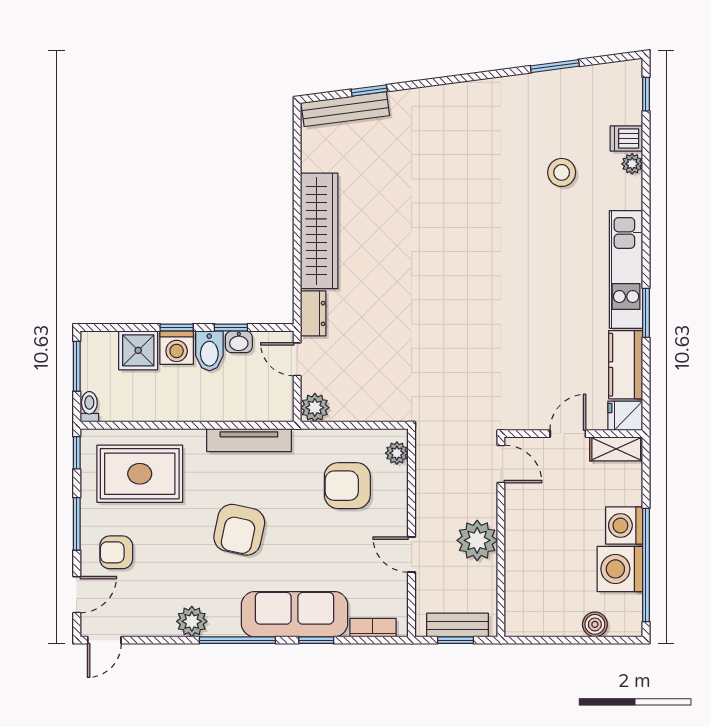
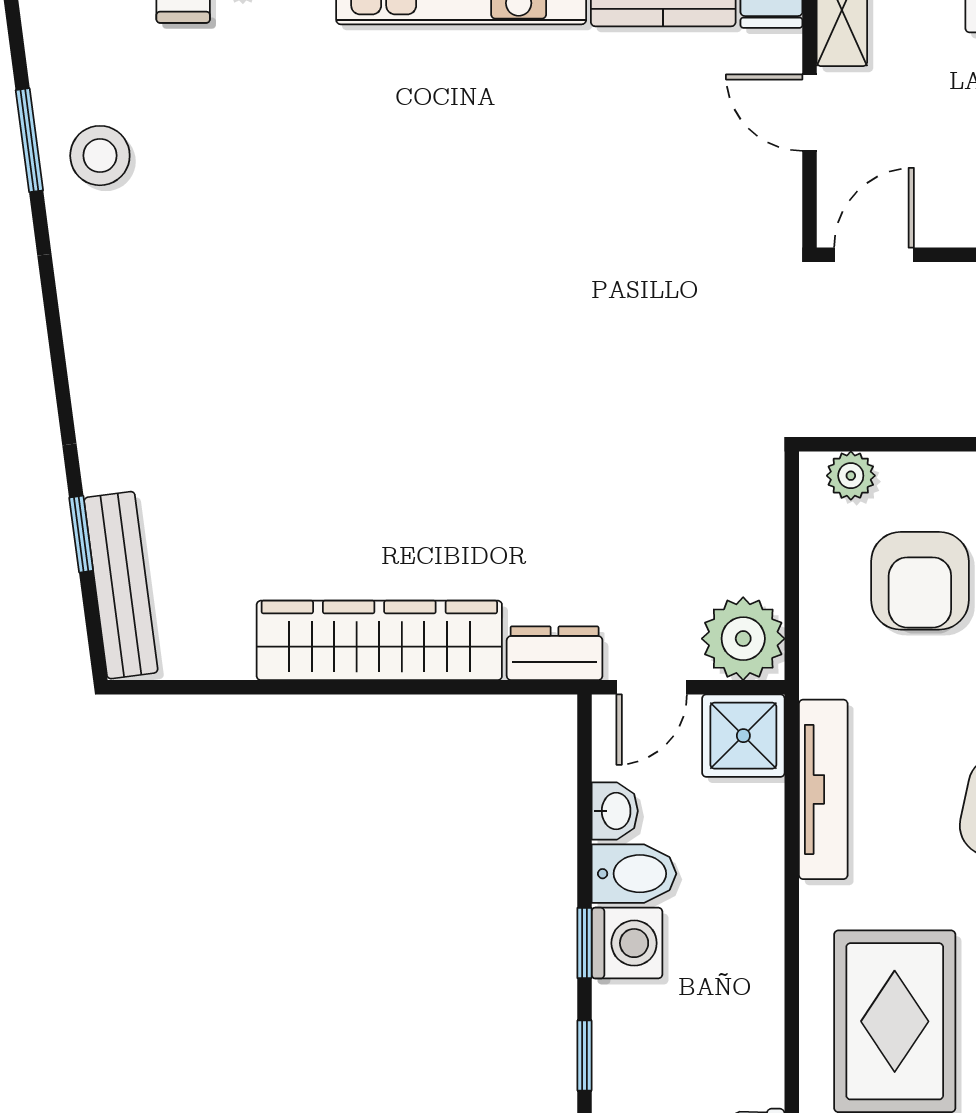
stool: (562, 172) -> (100, 156), moved
window: (231, 328) -> (584, 1056), moved
shower: (138, 350) -> (743, 736), moved
plant: (315, 408) -> (743, 639), width x1.36, depth x1.36

